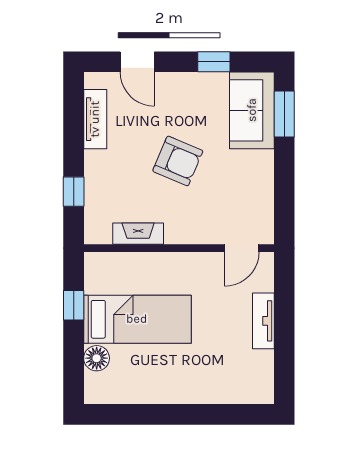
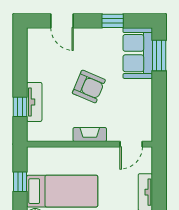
tv unit: (95, 119) -> (34, 102), moved
fireplace: (138, 234) -> (90, 134), moved

